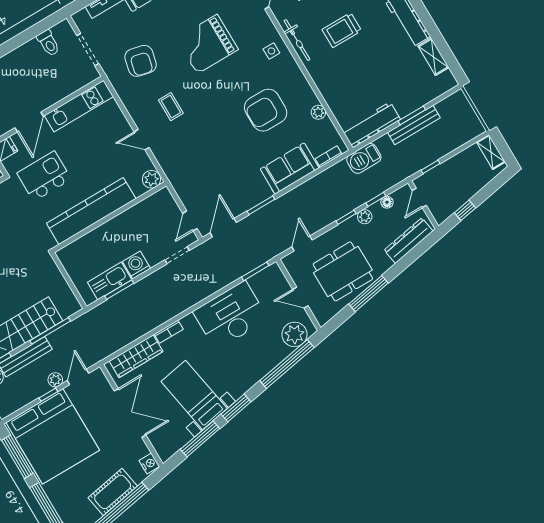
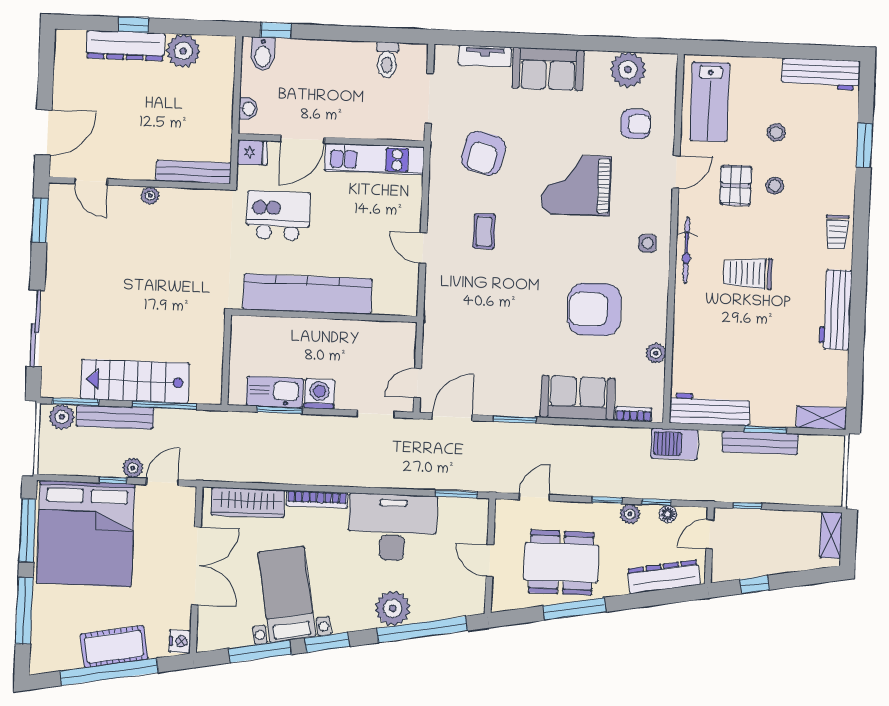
shelving: (433, 57) -> (821, 418), moved, turned 90
plant: (151, 179) -> (404, 303), removed
bookcase: (169, 332) -> (317, 499), width x1.56
plant: (294, 334) -> (393, 608), moved

